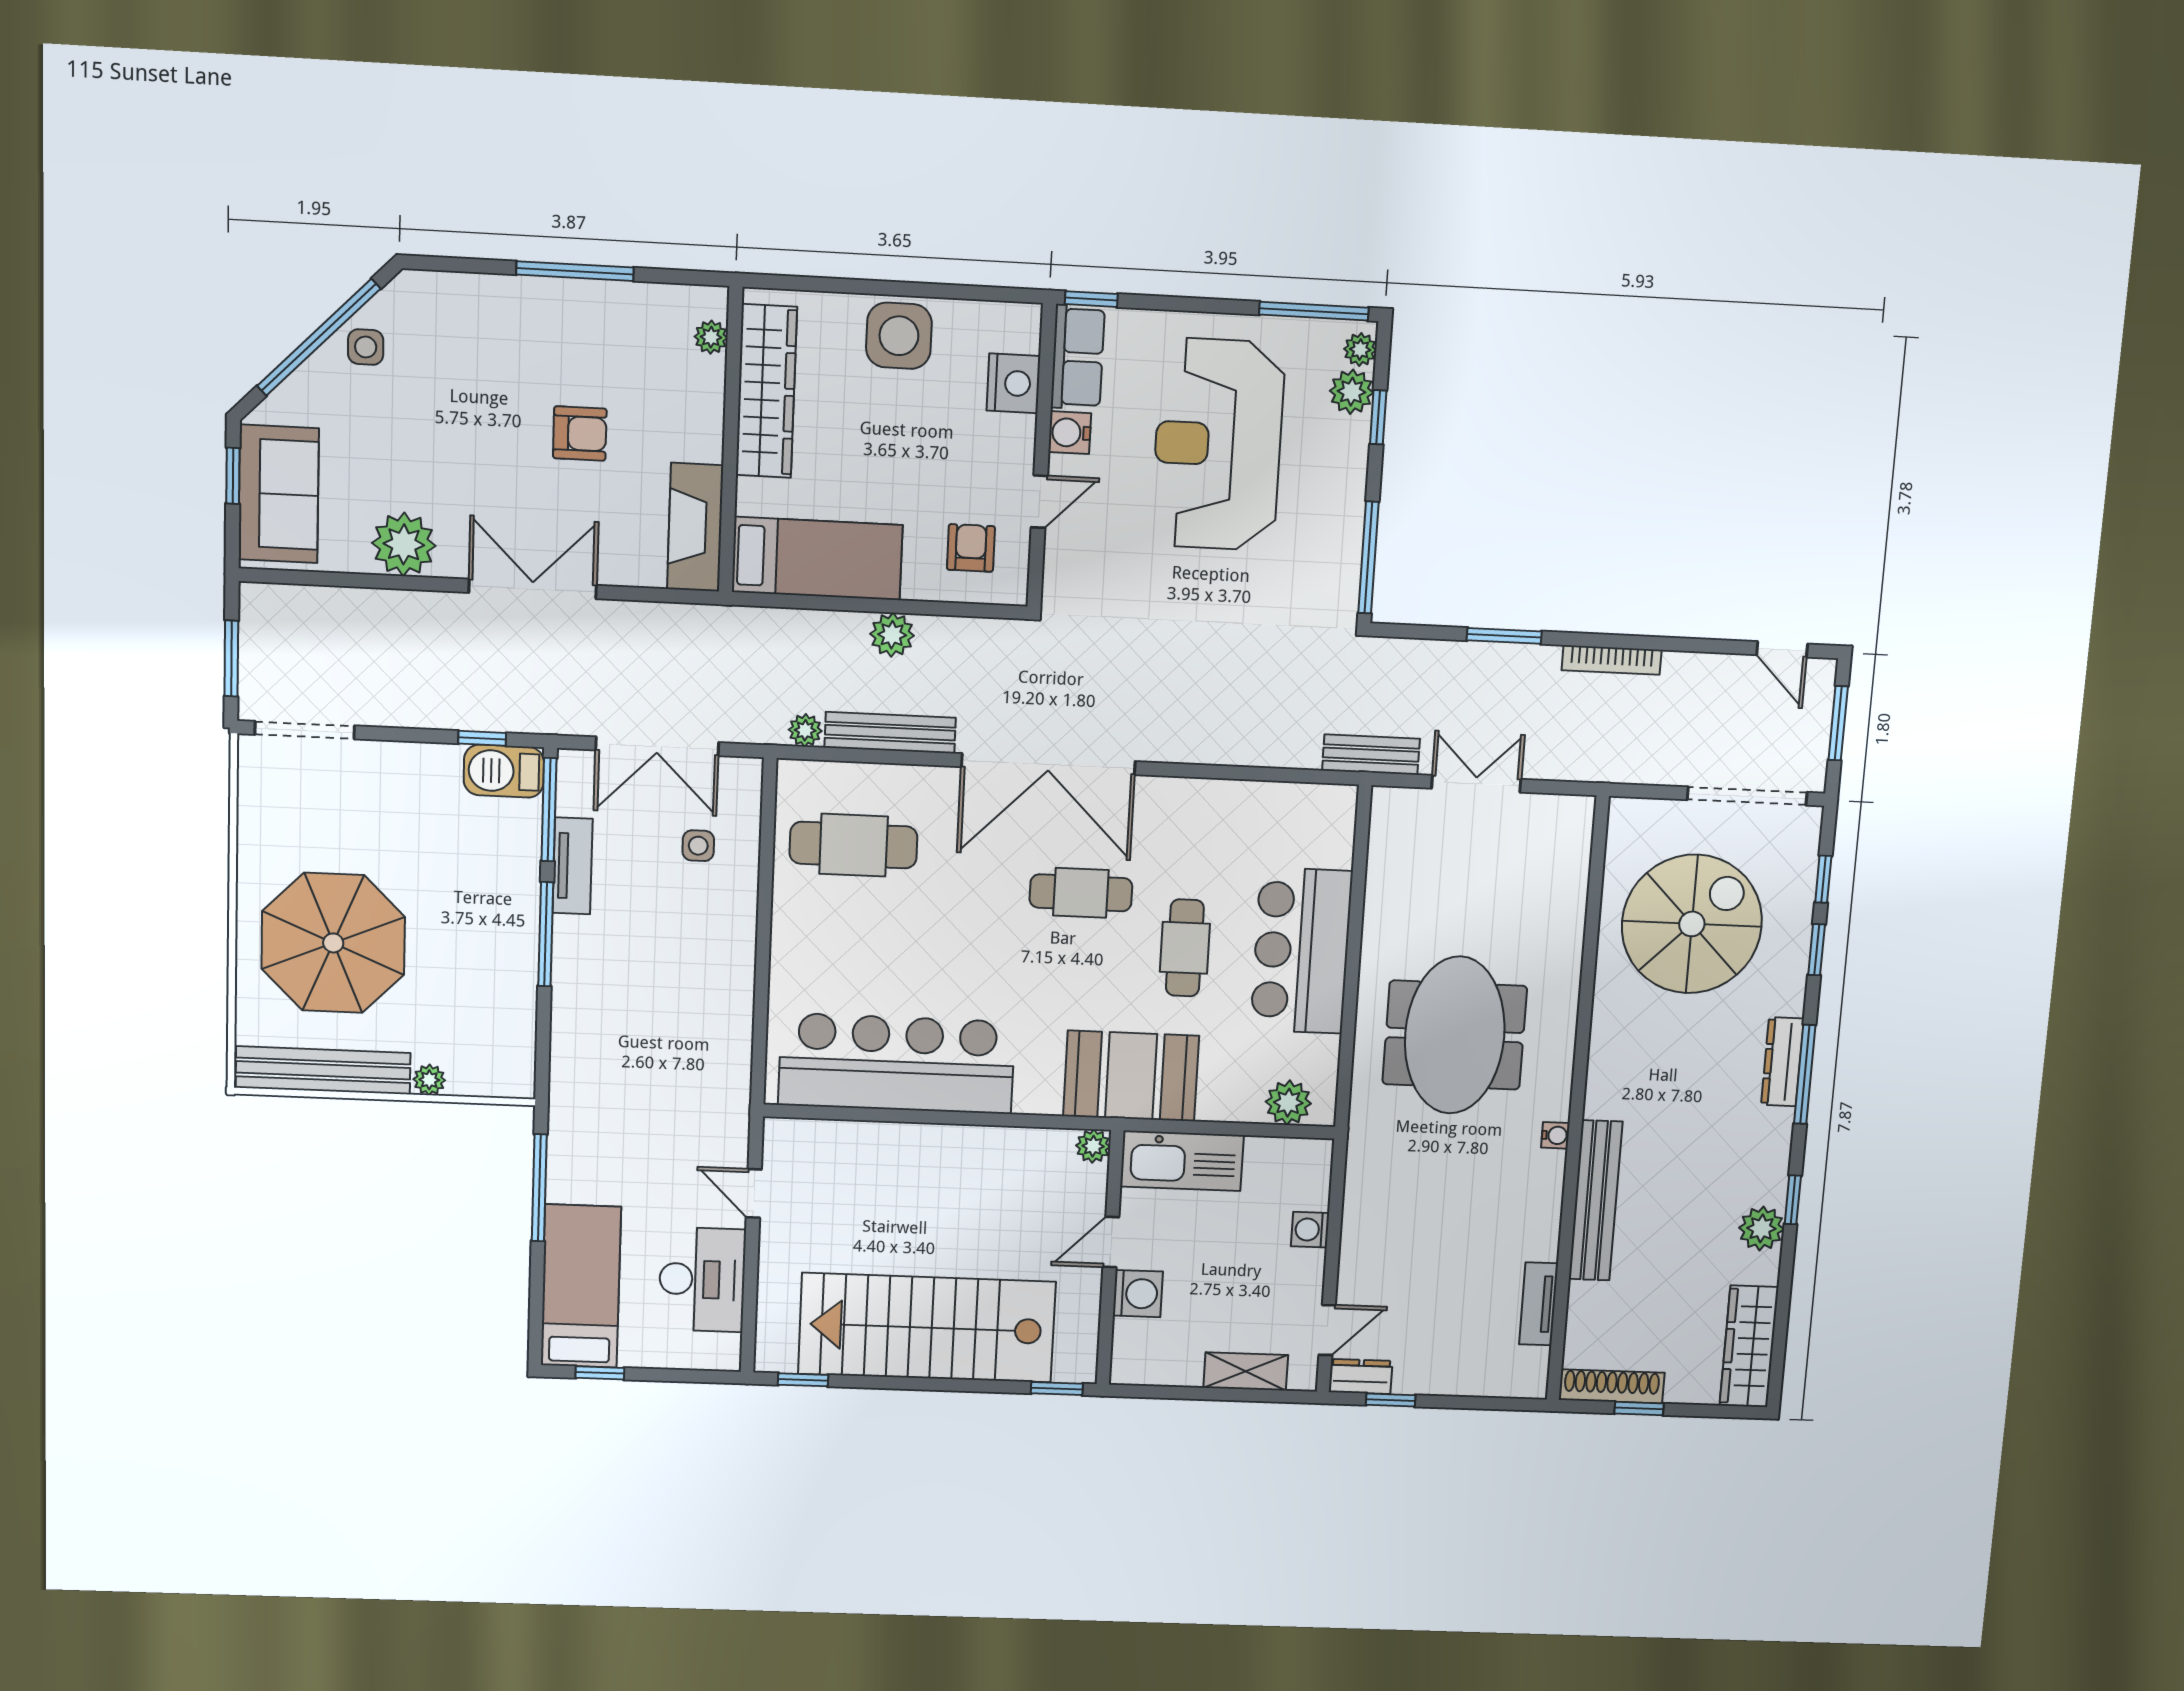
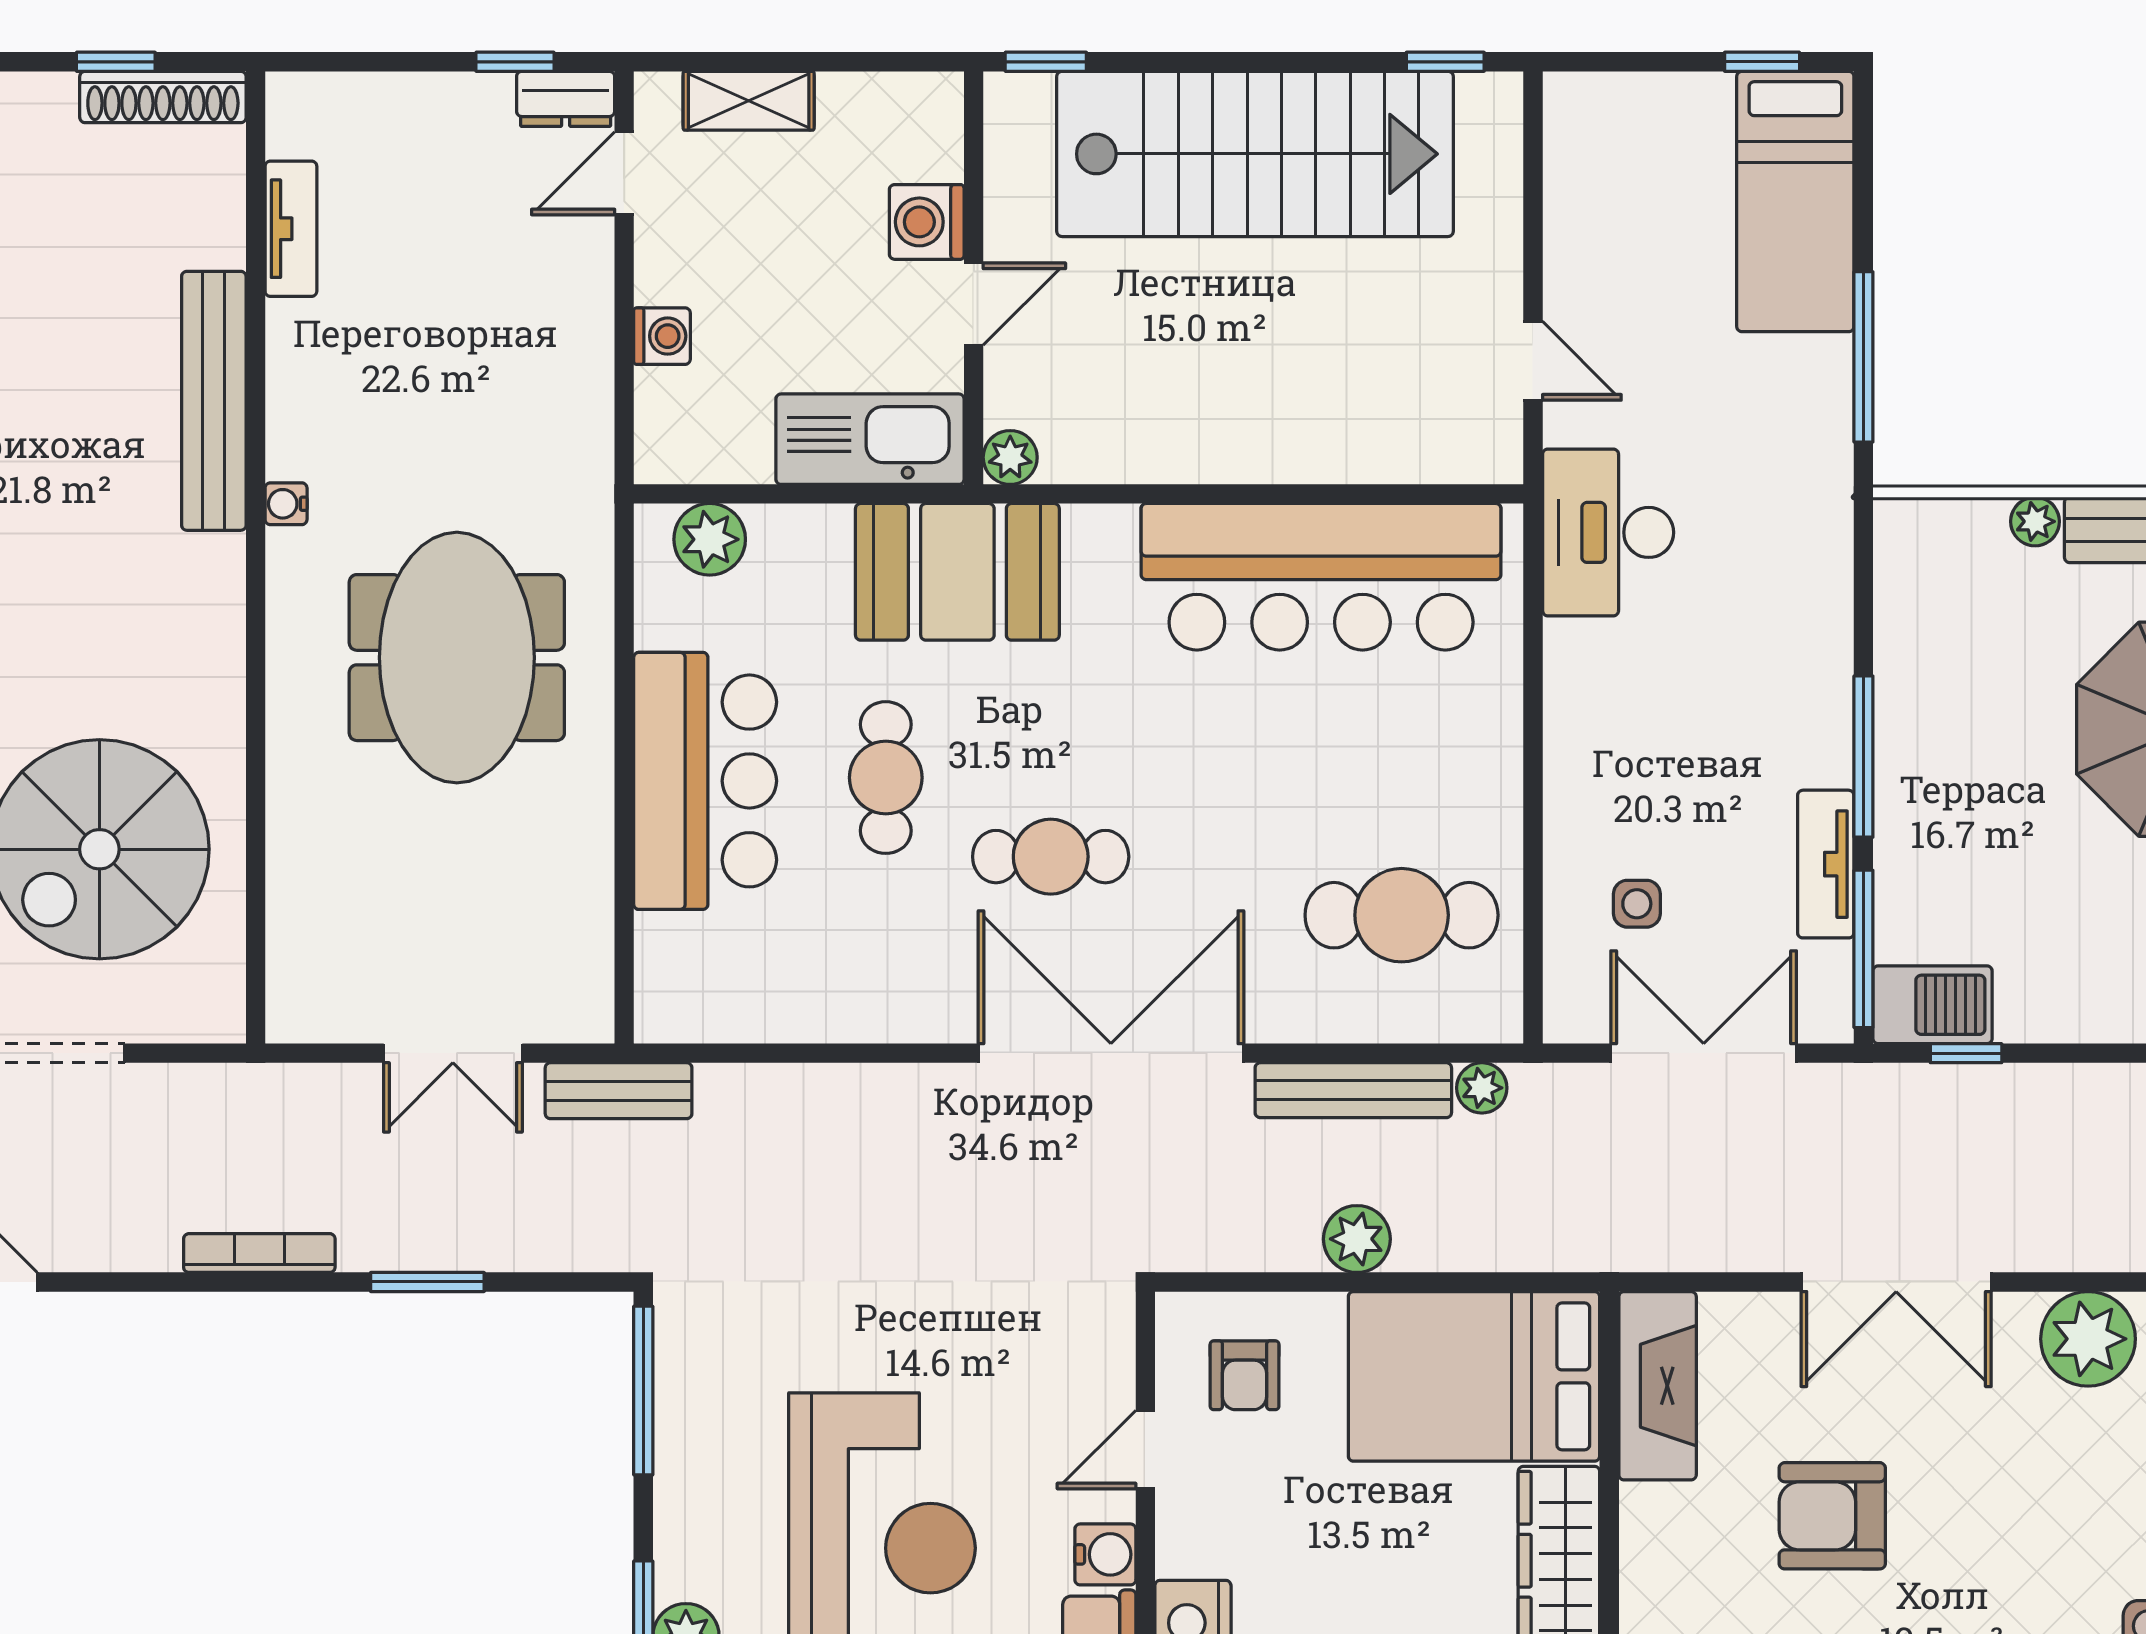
armchair: (580, 433) -> (1832, 1516), width x1.38, depth x1.38
bed: (817, 558) -> (1474, 1376), width x1.50
desk: (702, 1279) -> (1608, 532), moved

